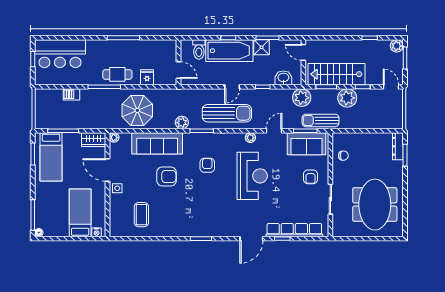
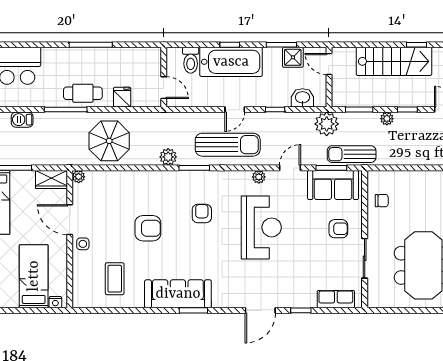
shower: (262, 47) -> (293, 57), moved
stairs: (336, 74) -> (394, 61), moved, turned 180
plant: (347, 98) -> (387, 119), width x0.53, depth x0.53
sofa: (157, 143) -> (178, 294), moved, turned 180
armchair: (311, 177) -> (338, 229), turned -90
row of seats: (294, 230) -> (336, 299), width x0.50

